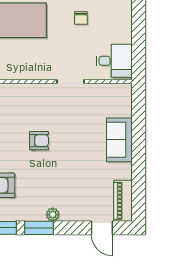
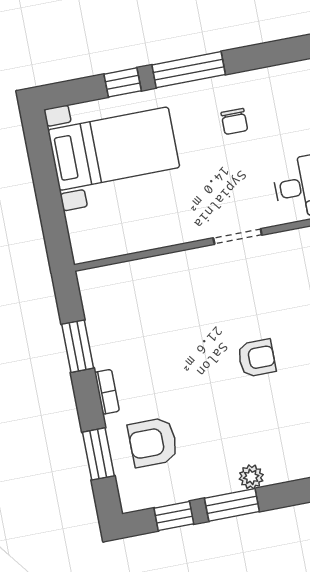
armchair: (39, 141) -> (257, 358), moved

